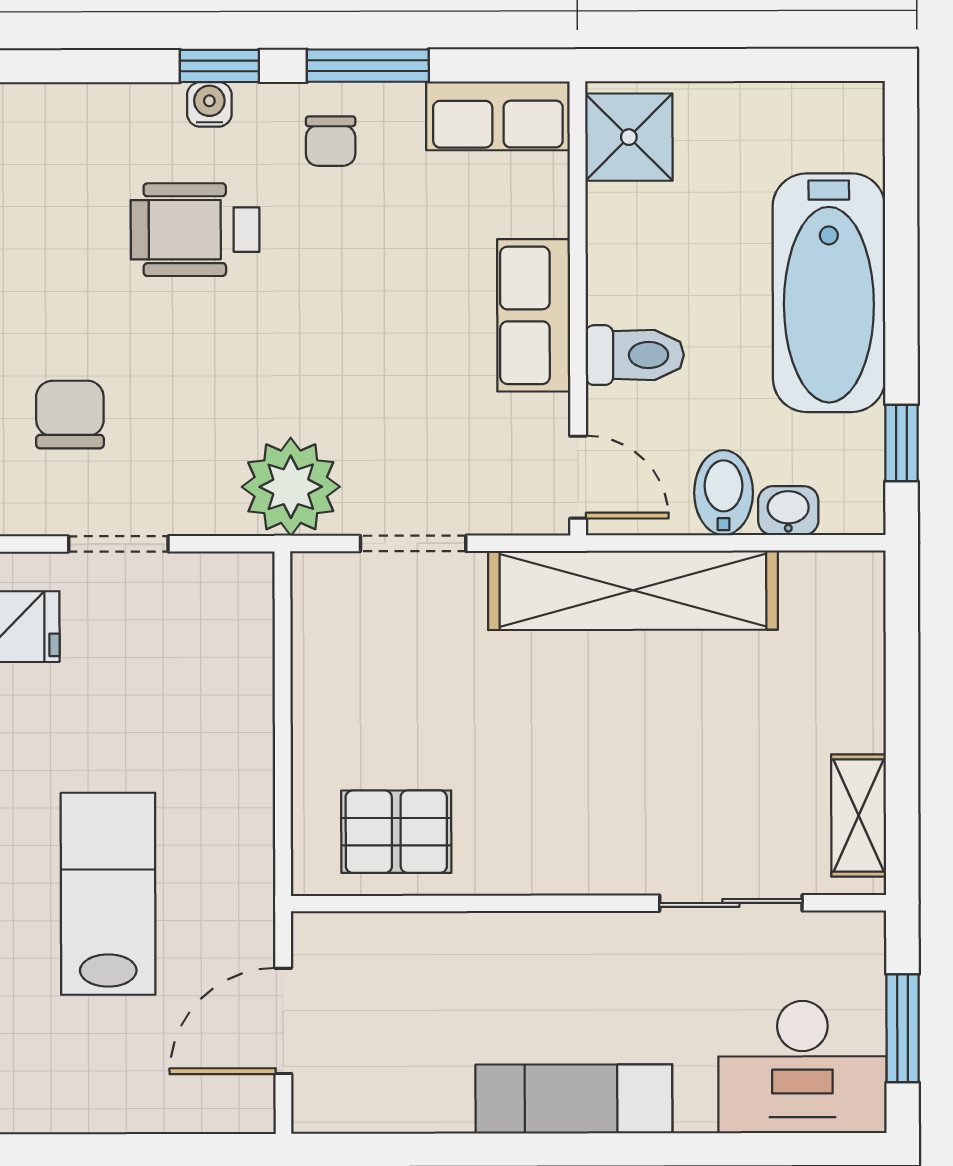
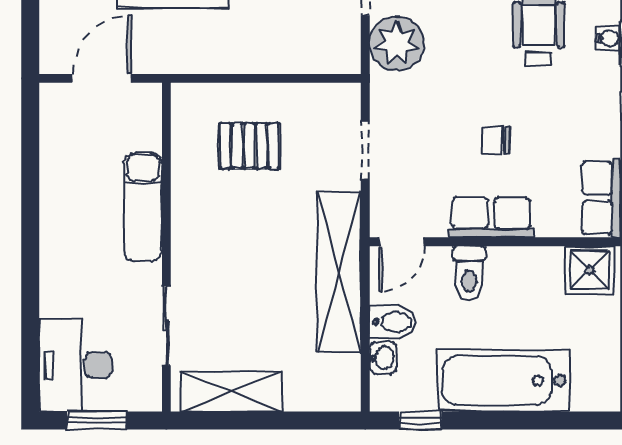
chair: (331, 141) -> (495, 140), moved
plant: (291, 487) -> (397, 44), moved
shelving: (859, 816) -> (231, 391), width x1.50, depth x1.33
pallet: (396, 832) -> (250, 146), moved, turned 90
door: (283, 1021) -> (102, 78), hinge flipped
exam couch: (574, 1099) -> (143, 207), moved, turned 180

